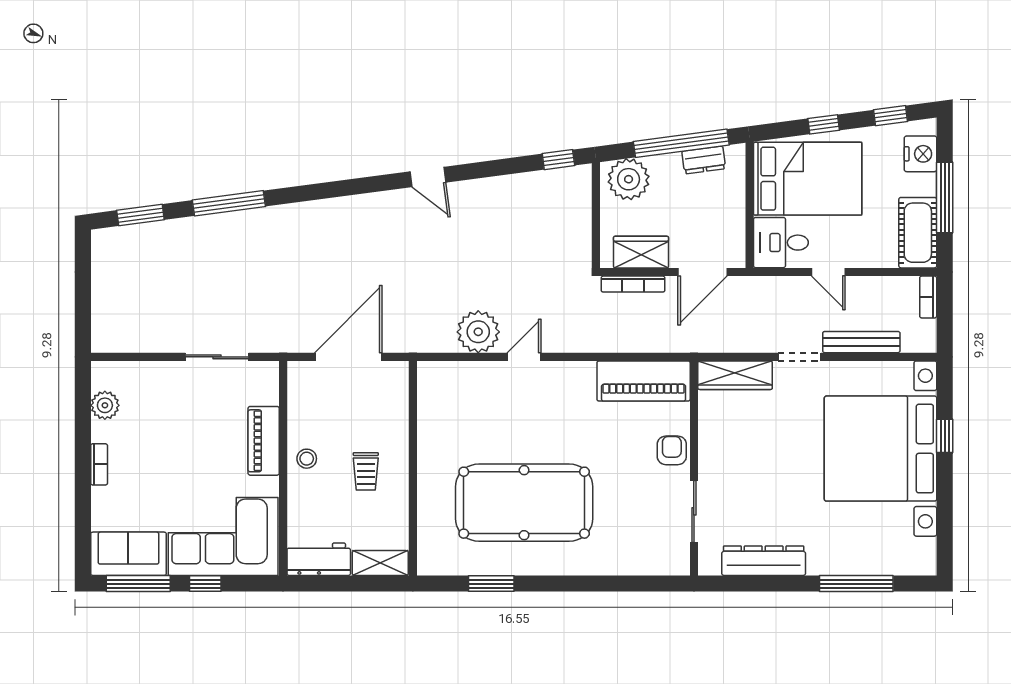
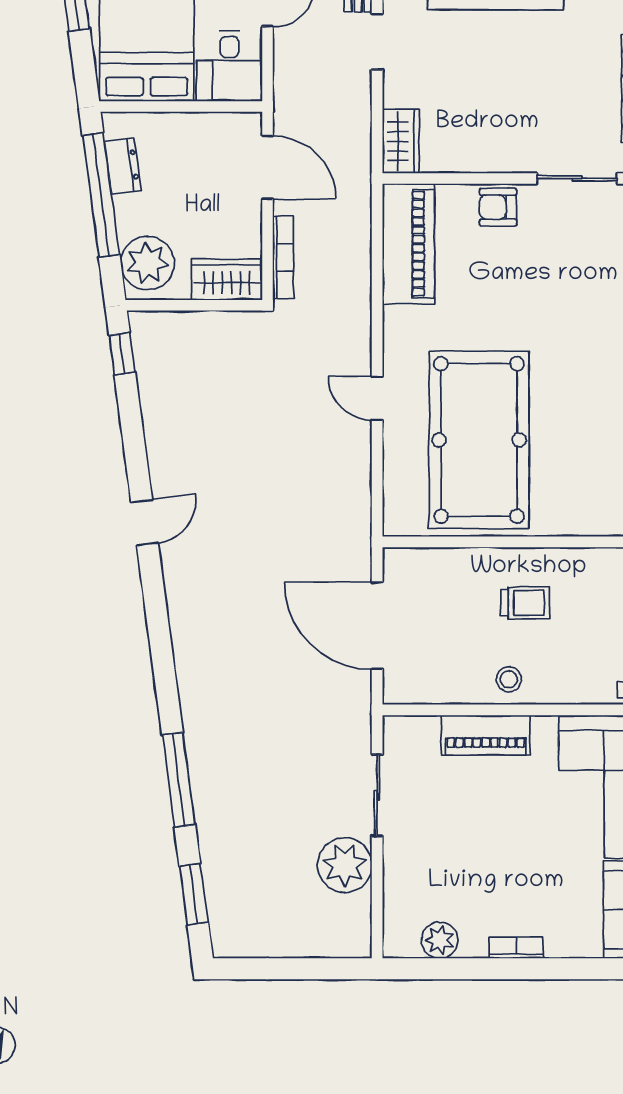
wardrobe: (641, 252) -> (227, 280), moved, turned 90
plant: (478, 332) -> (345, 865), moved
wardrobe: (735, 375) -> (401, 141), width x0.67
pool table: (524, 503) -> (479, 440), moved

